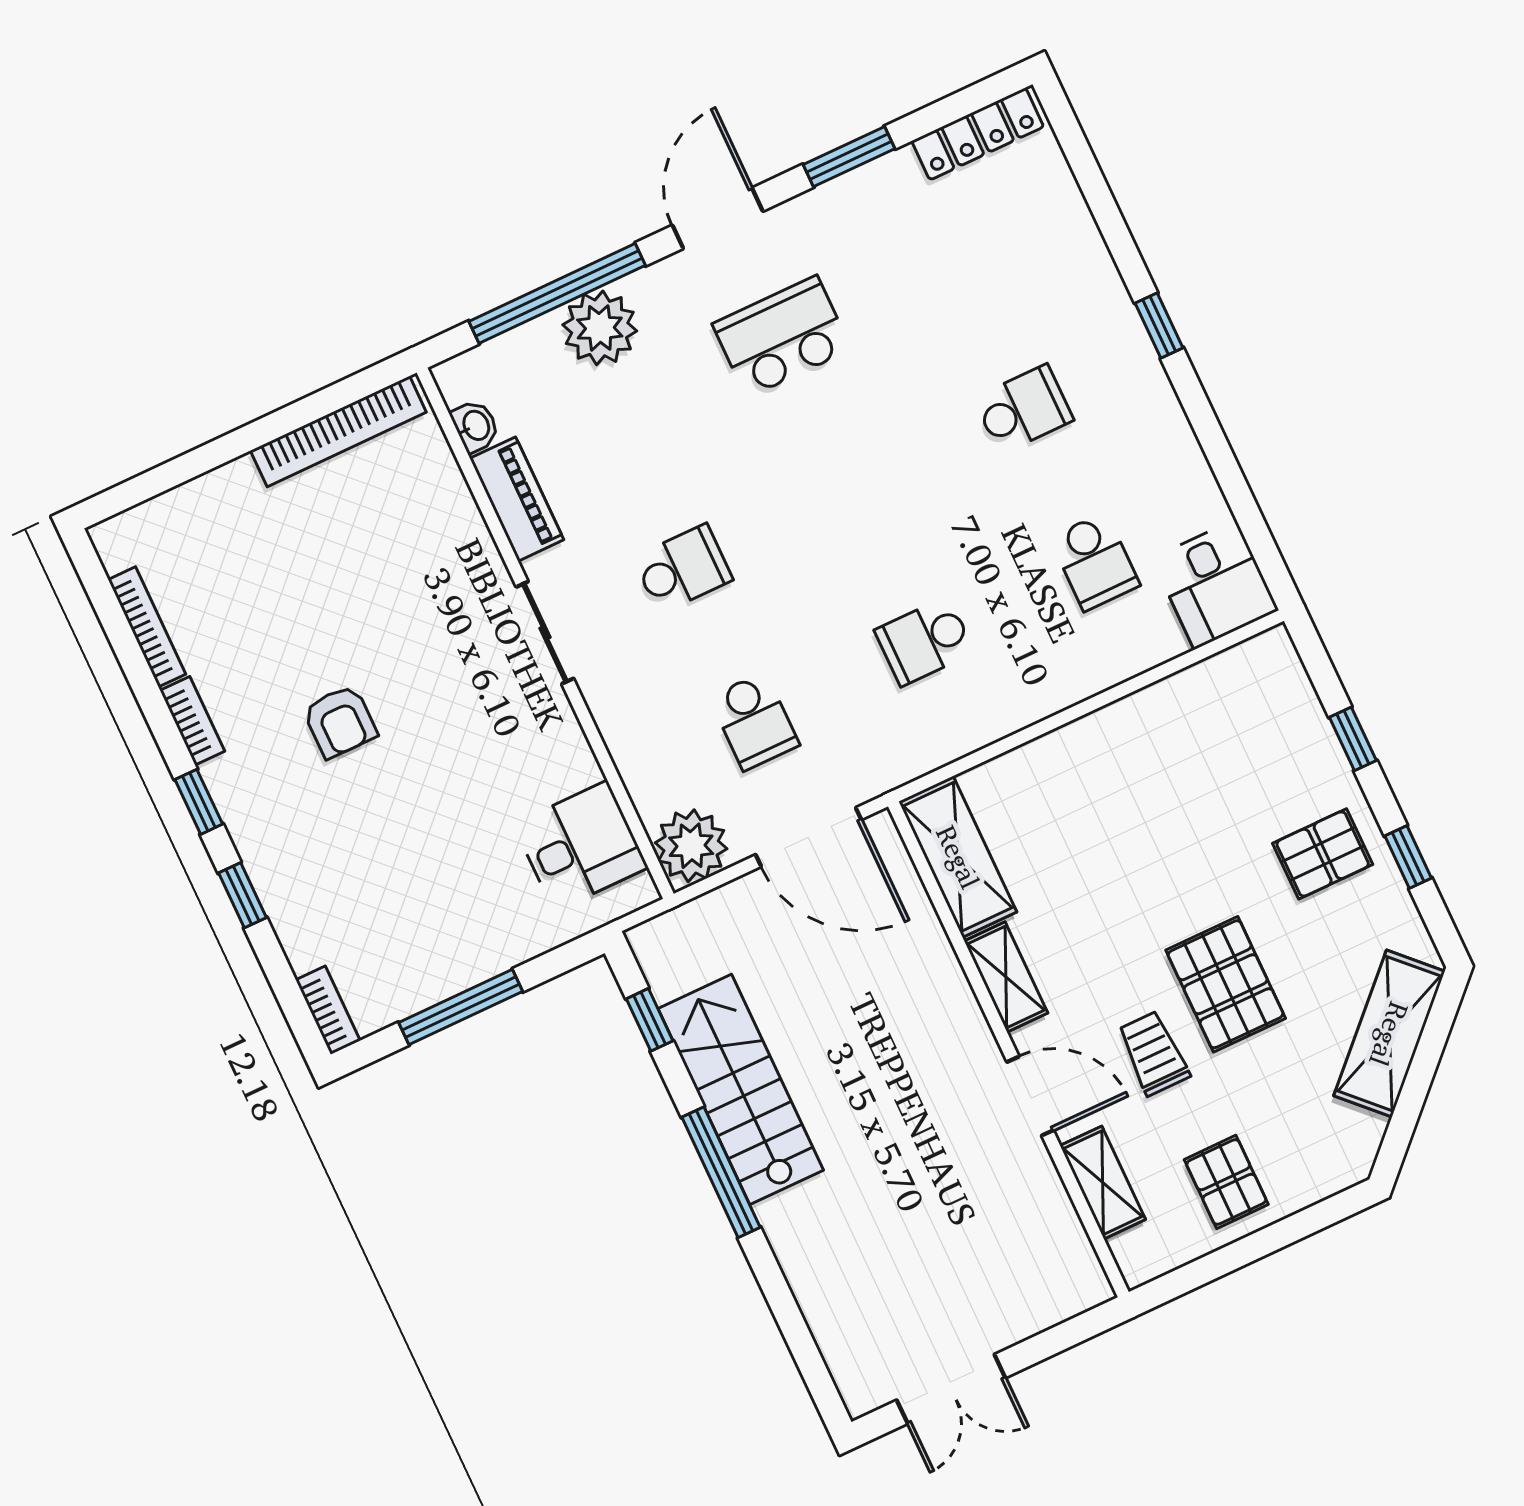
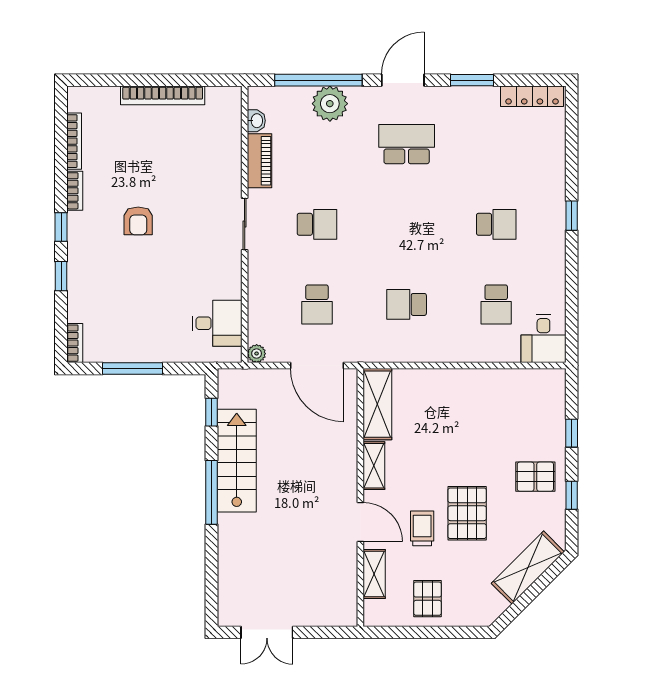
bookcase: (338, 431) -> (163, 95), moved
plant: (691, 846) -> (257, 354), width x0.53, depth x0.53

